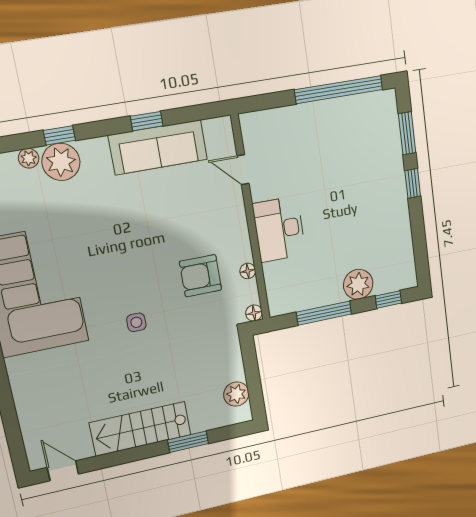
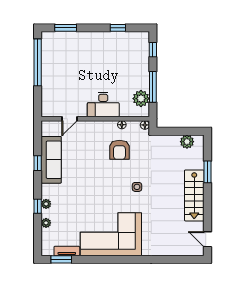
plant: (61, 162) -> (46, 204), width x0.53, depth x0.53
window: (413, 183) -> (118, 28), moved
plant: (358, 284) -> (141, 99), moved
door: (63, 471) -> (207, 239), hinge flipped

